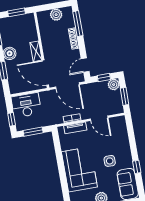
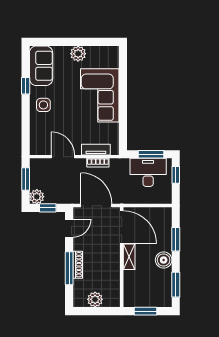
window: (78, 24) -> (69, 268), moved
desk: (26, 105) -> (148, 172), moved, turned 180
side table: (110, 161) -> (43, 105), moved

